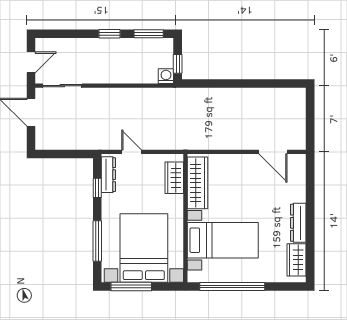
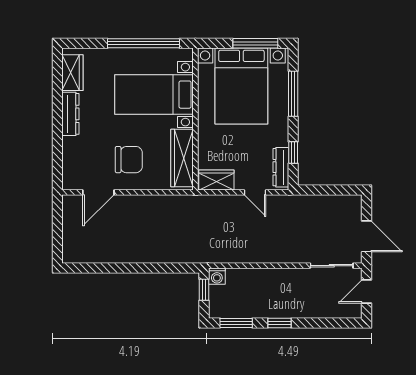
door: (273, 152) -> (98, 192), swing flipped
wardrobe: (174, 178) -> (216, 180), moved, turned -90
chair: (246, 182) -> (129, 160), added

